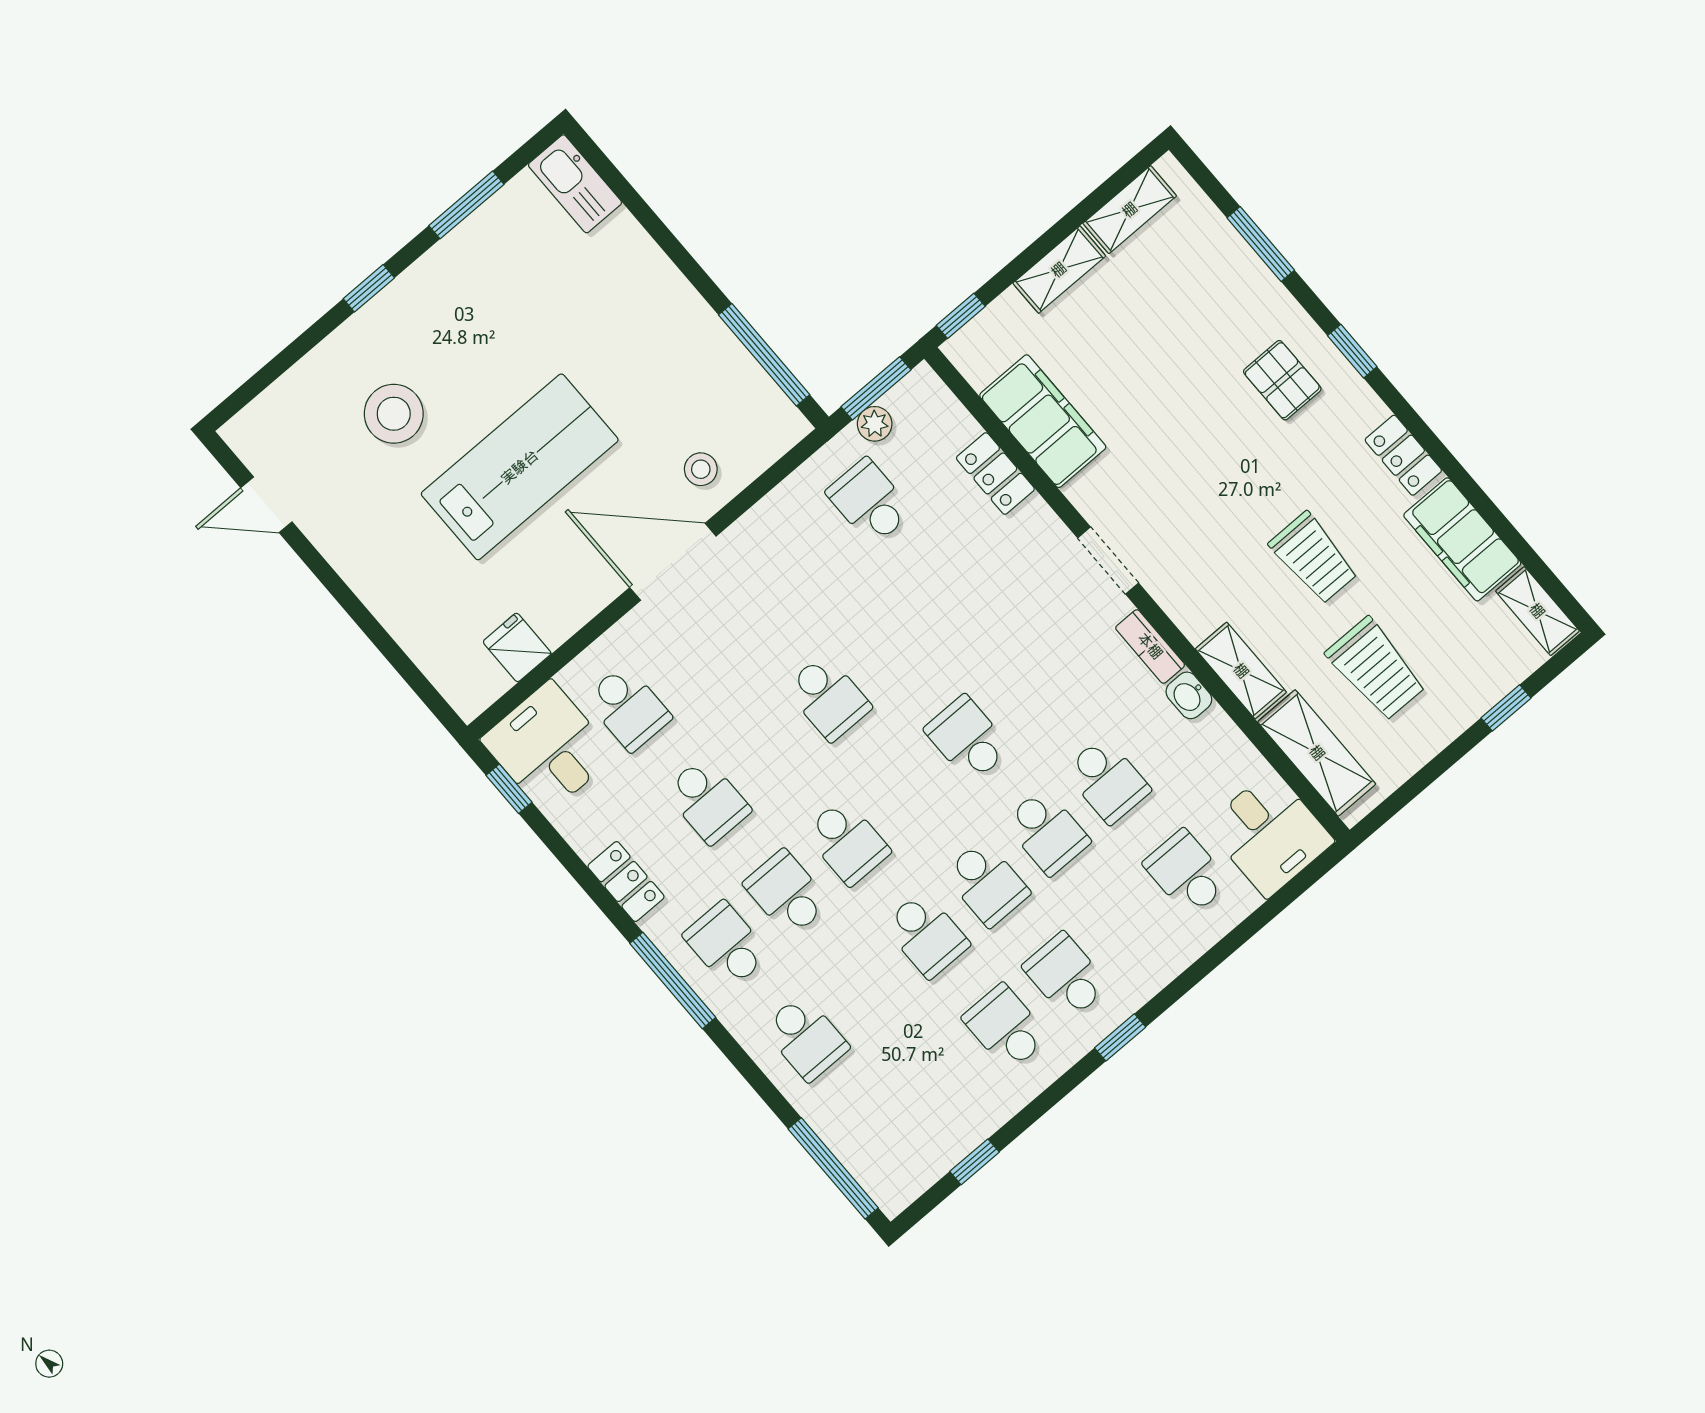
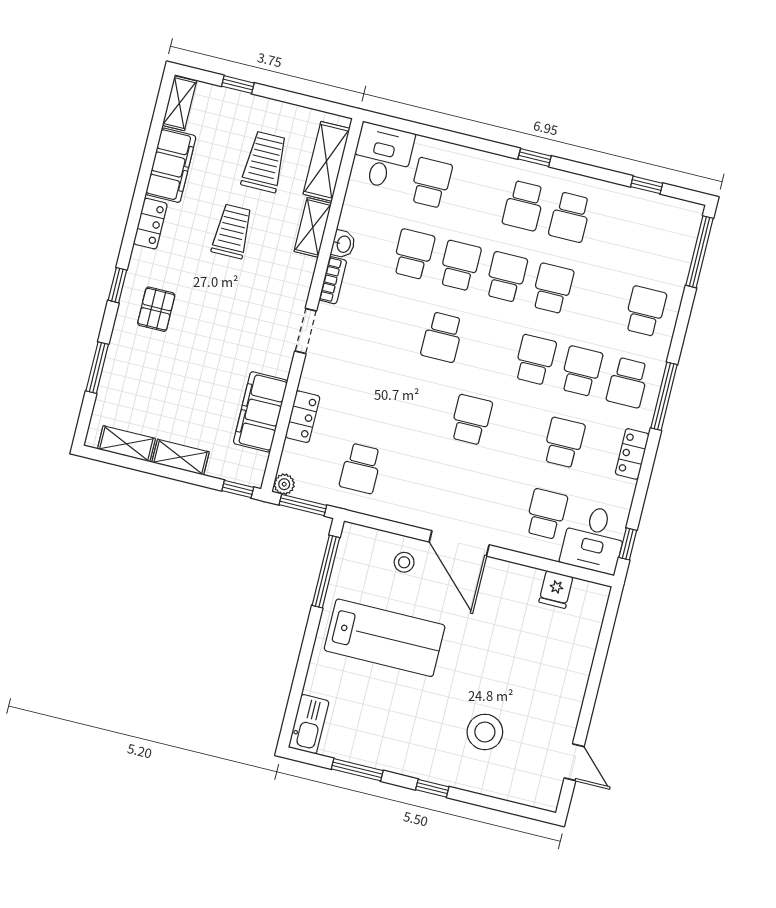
plant: (875, 424) -> (284, 484), moved
lab bench: (520, 467) -> (385, 638), moved, turned 180
school desk: (1186, 873) -> (431, 183), turned 180
school desk: (787, 893) -> (581, 371), turned 180

